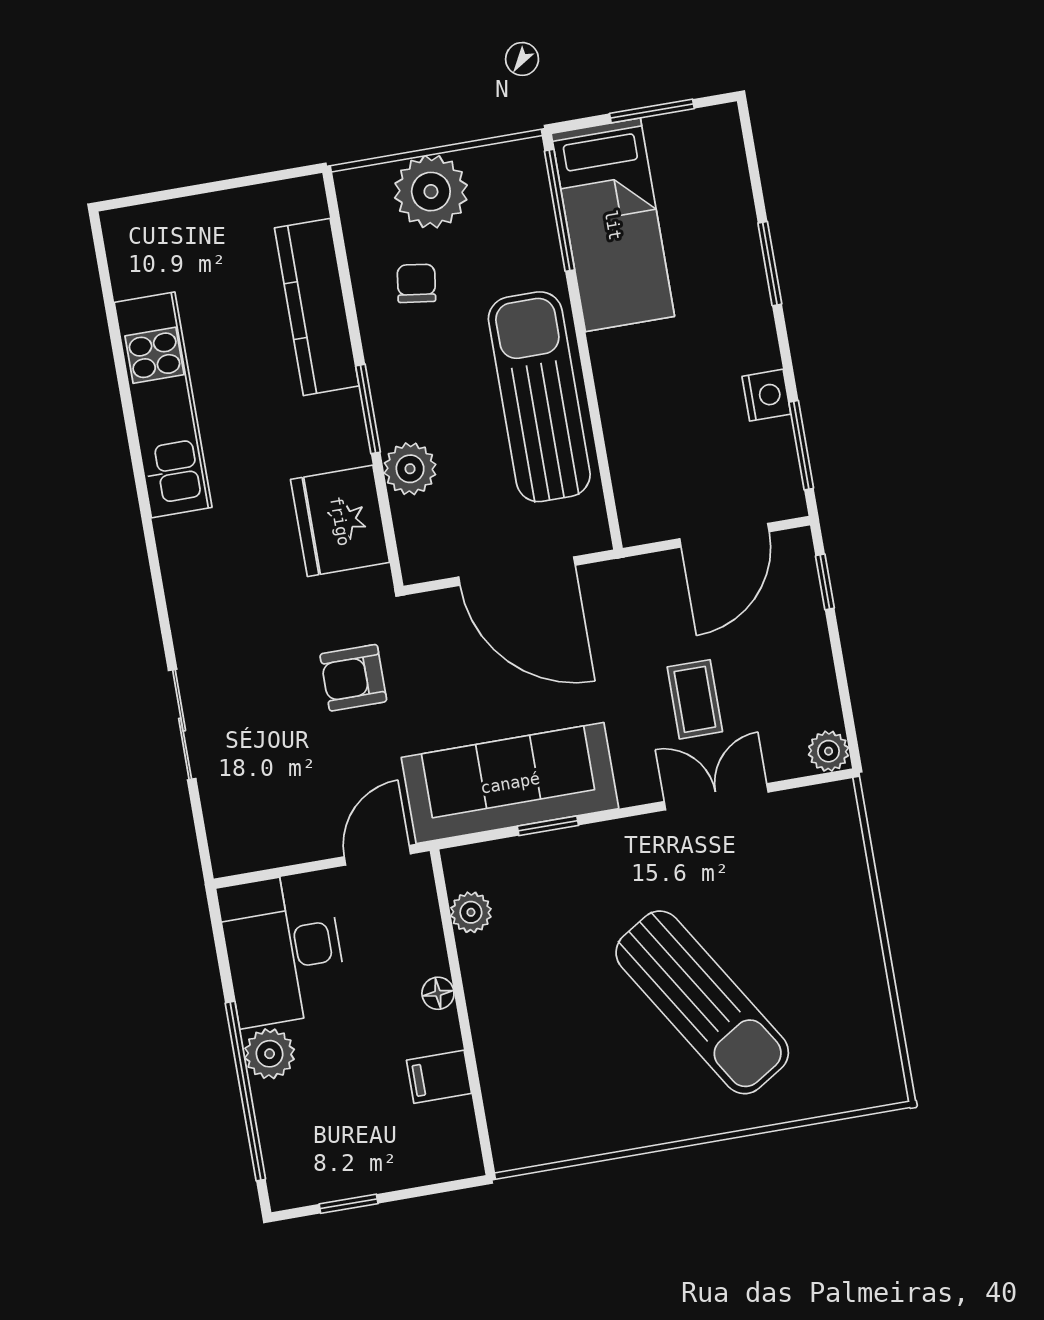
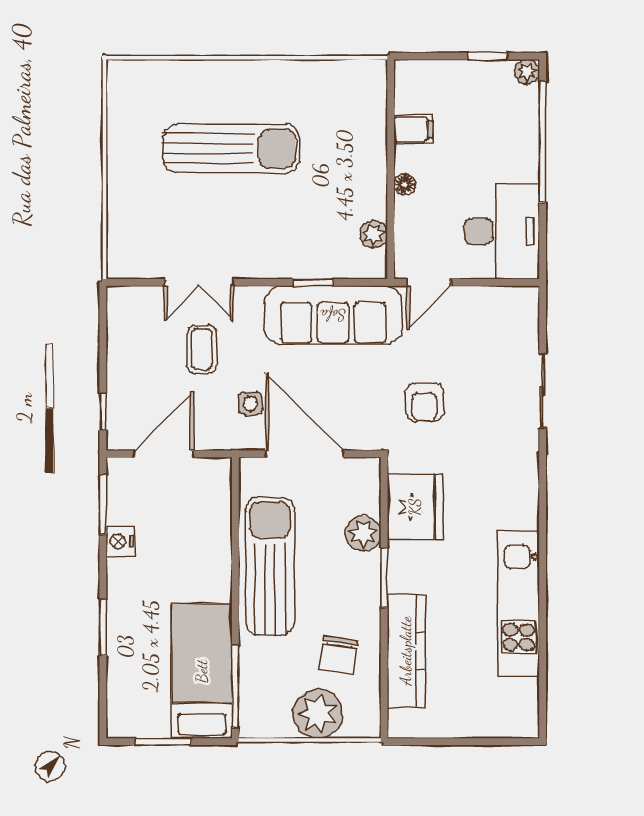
chair: (416, 283) -> (338, 655), width x1.37, depth x1.37
sun lounger: (539, 397) -> (270, 566), turned 180
side table: (609, 631) -> (250, 404), added
armchair: (353, 678) -> (424, 402), turned 90
plant: (829, 751) -> (120, 300), removed
sun lounger: (702, 1002) -> (232, 149), turned 122
plant: (270, 1054) -> (527, 72), moved, width x0.73, depth x0.73

